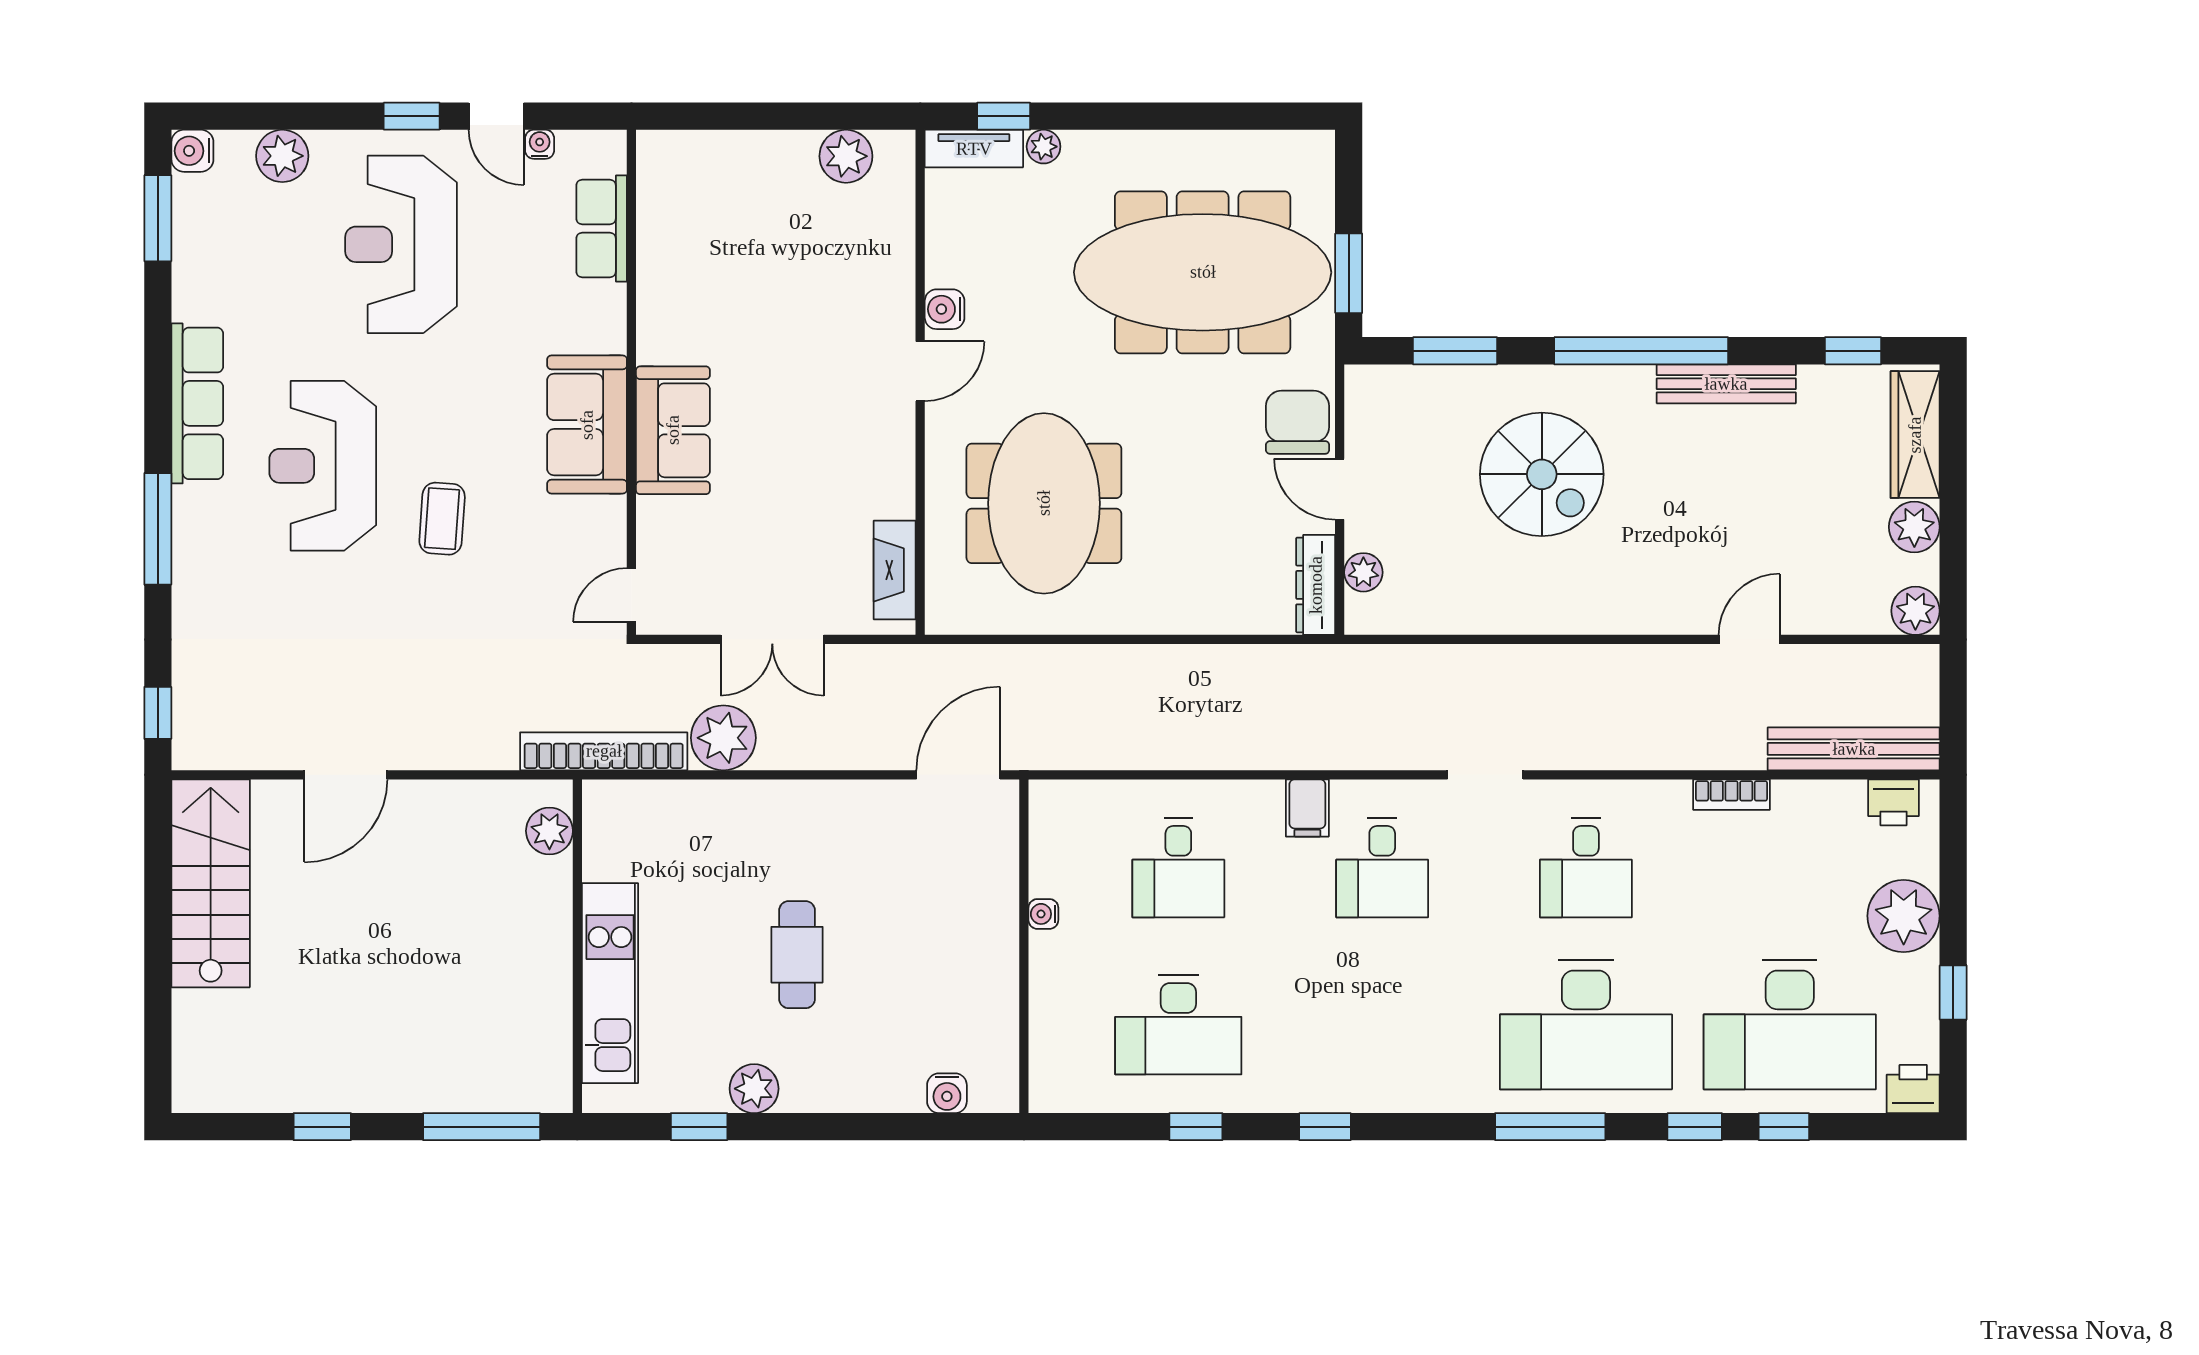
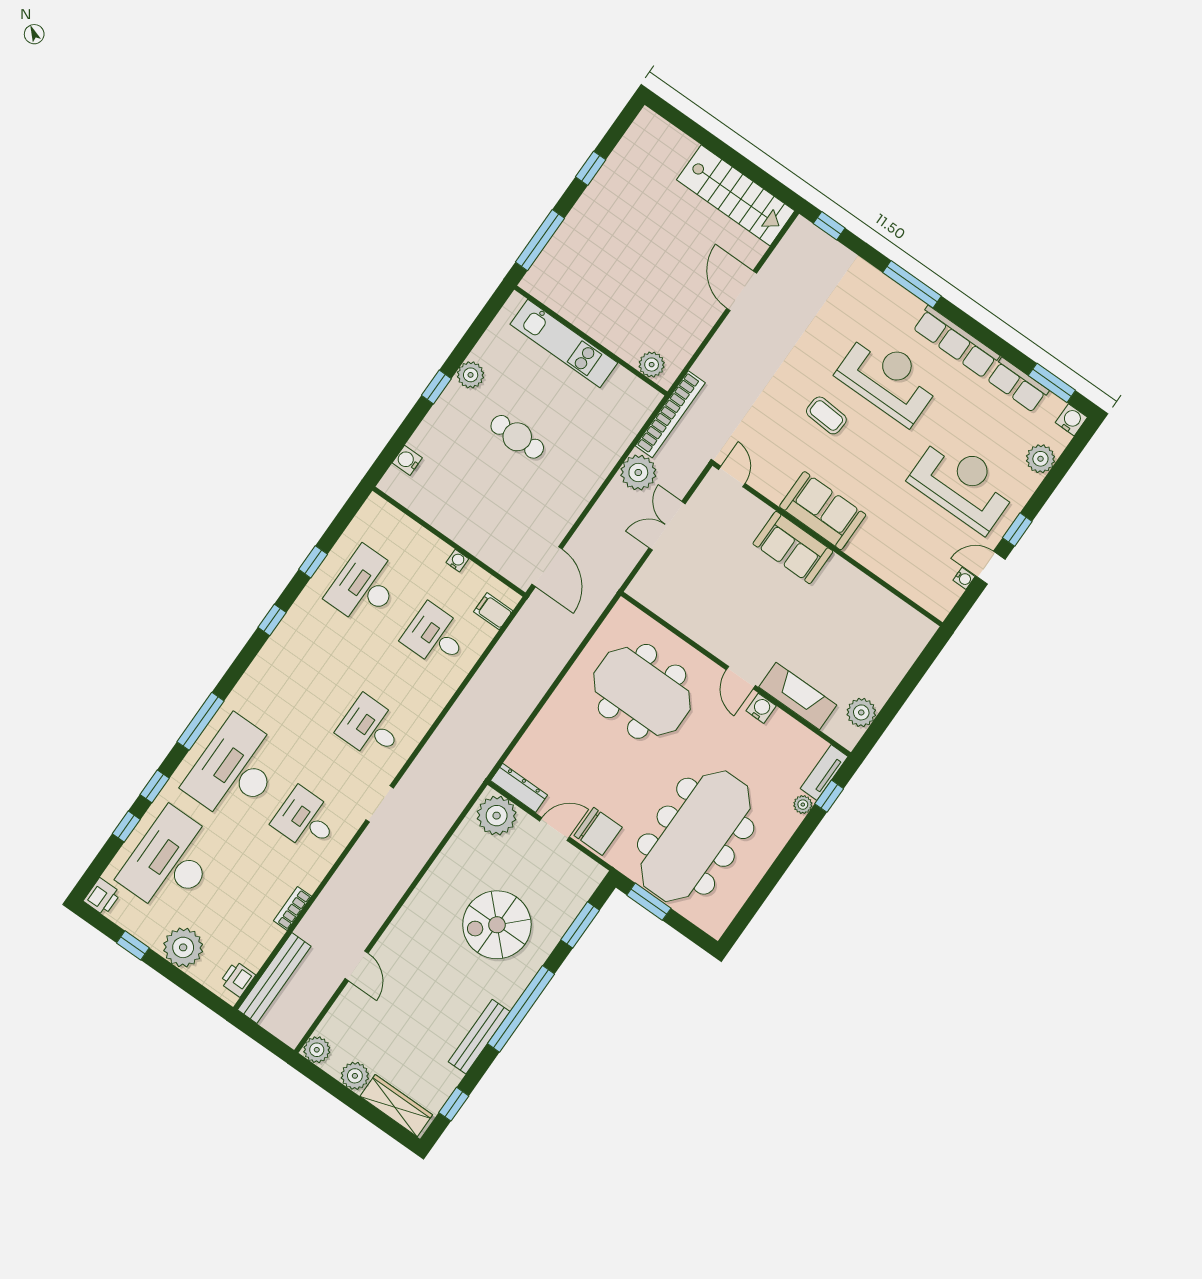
row of seats: (602, 228) -> (1018, 385), moved, turned 180
fireplace: (895, 570) -> (798, 696), moved, width x1.37, depth x1.32
plant: (1363, 572) -> (497, 816), width x1.87, depth x1.87
filing cabinet: (1307, 808) -> (493, 611), moved
window: (699, 1127) -> (436, 387), moved

